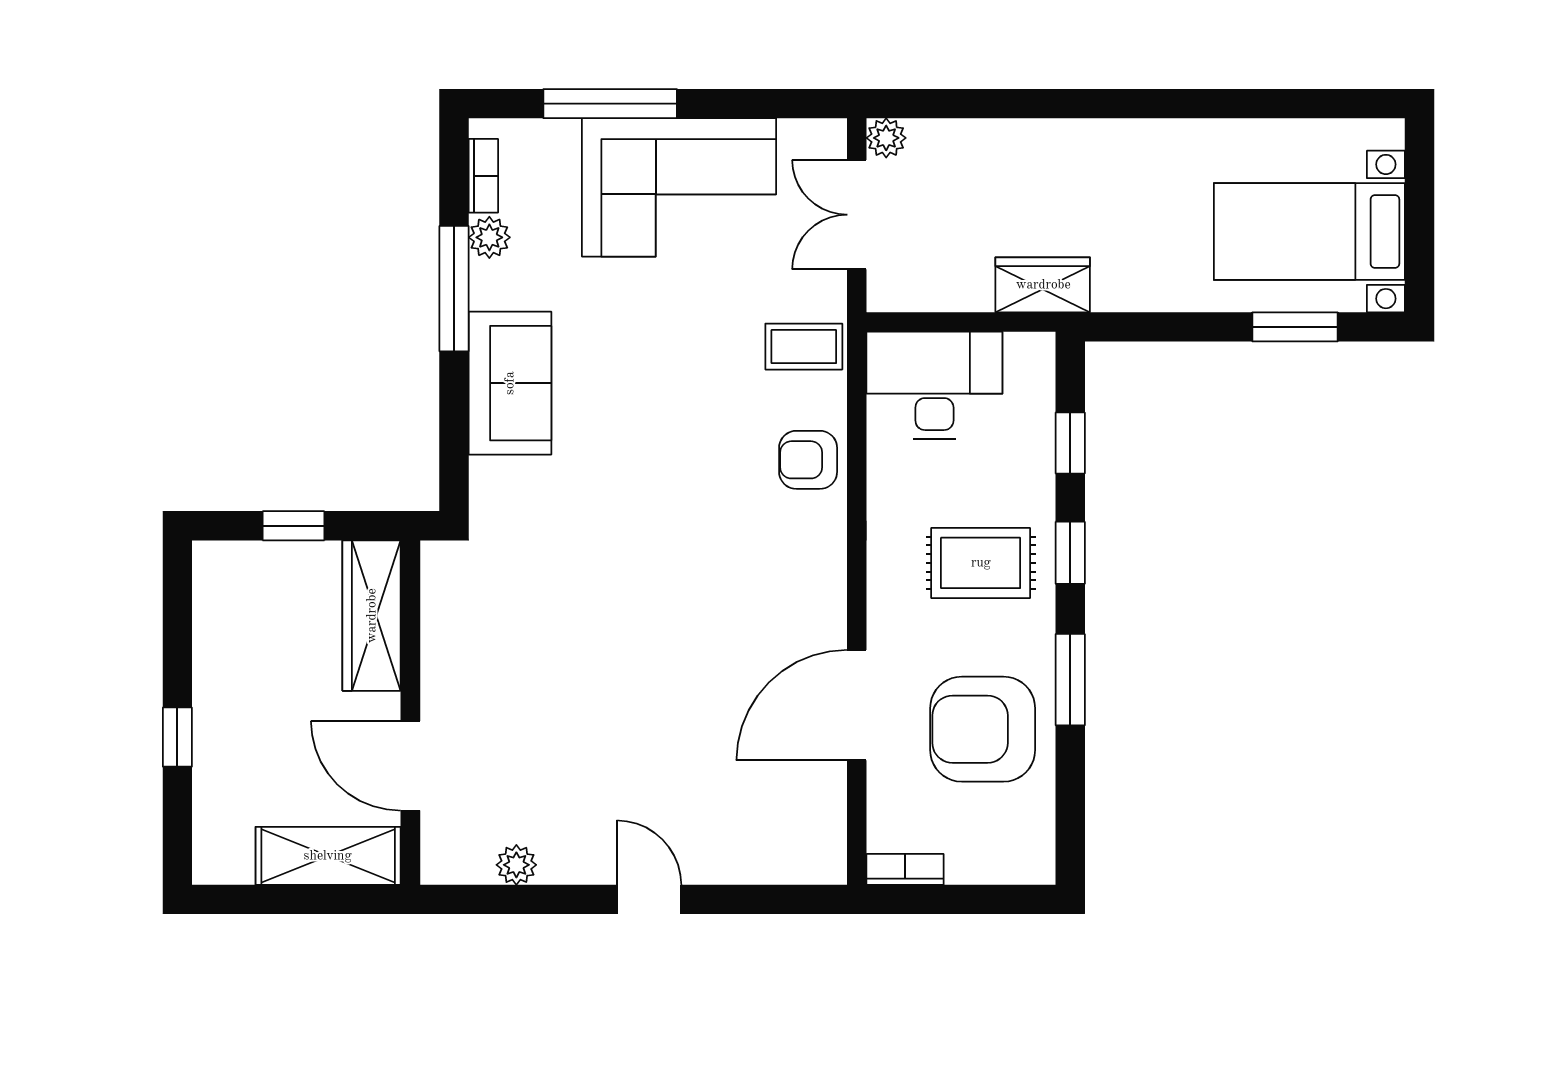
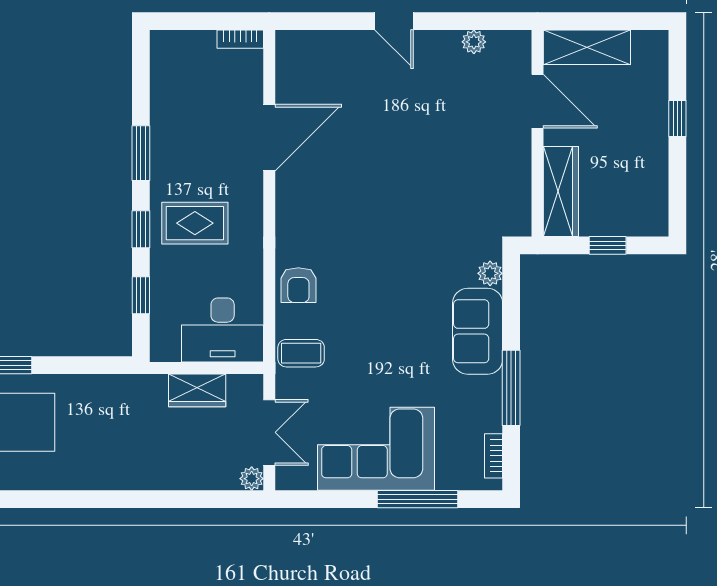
plant: (489, 237) -> (490, 273), moved
wardrobe: (1043, 285) -> (197, 390), moved
armchair: (808, 460) -> (298, 285), turned 90
armchair: (983, 729) -> (194, 123), removed

